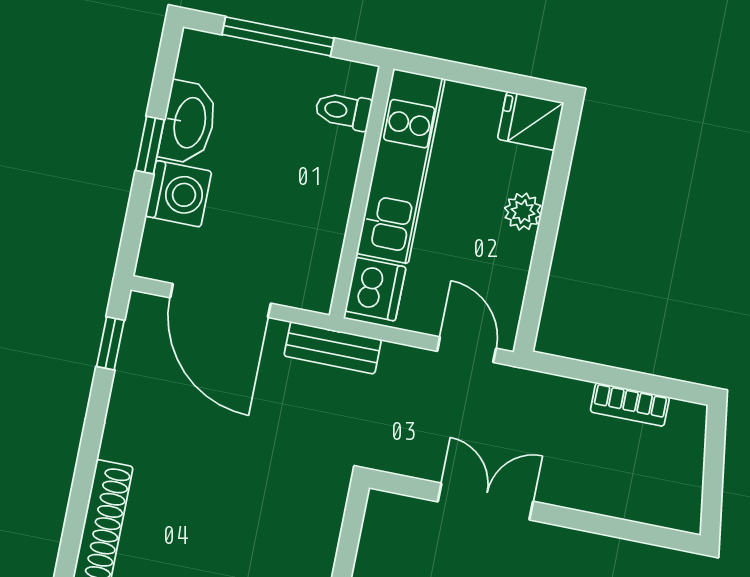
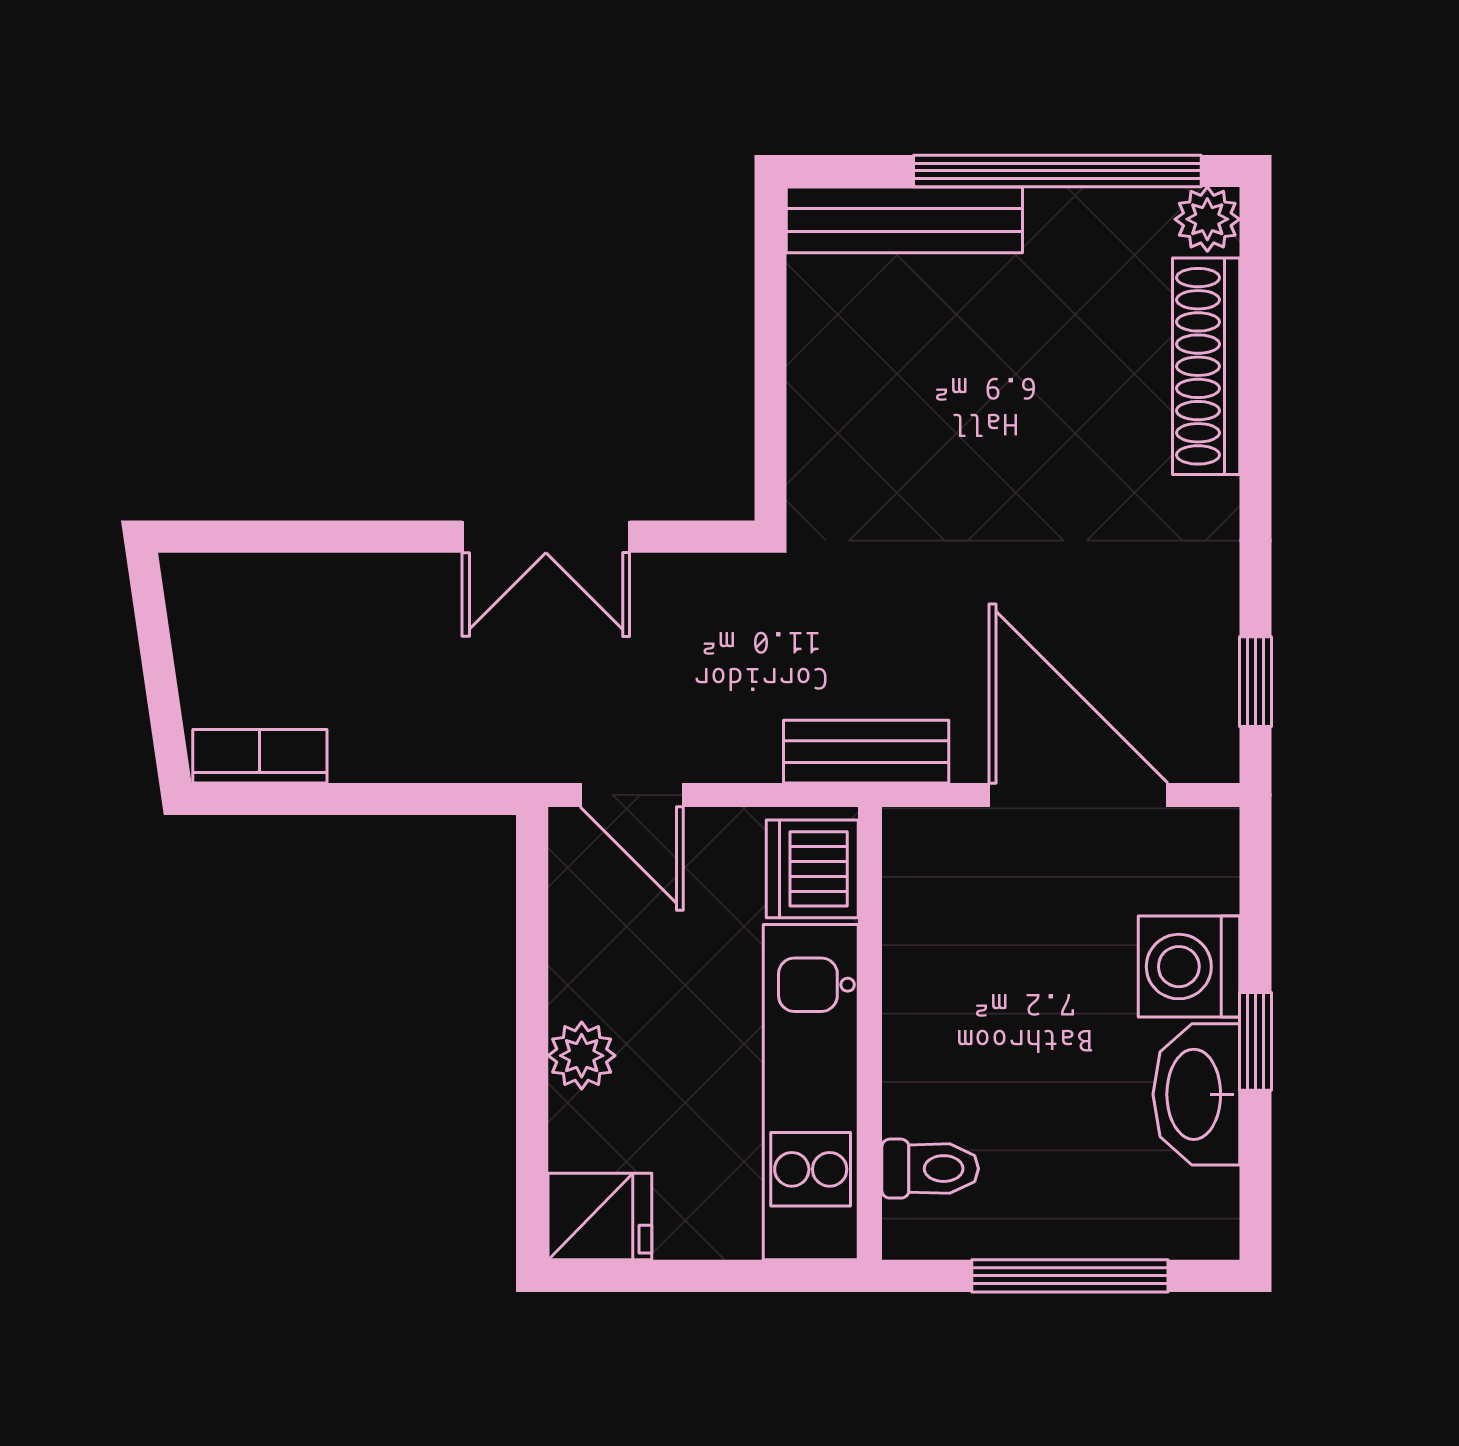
bookcase: (630, 404) -> (260, 756), moved

